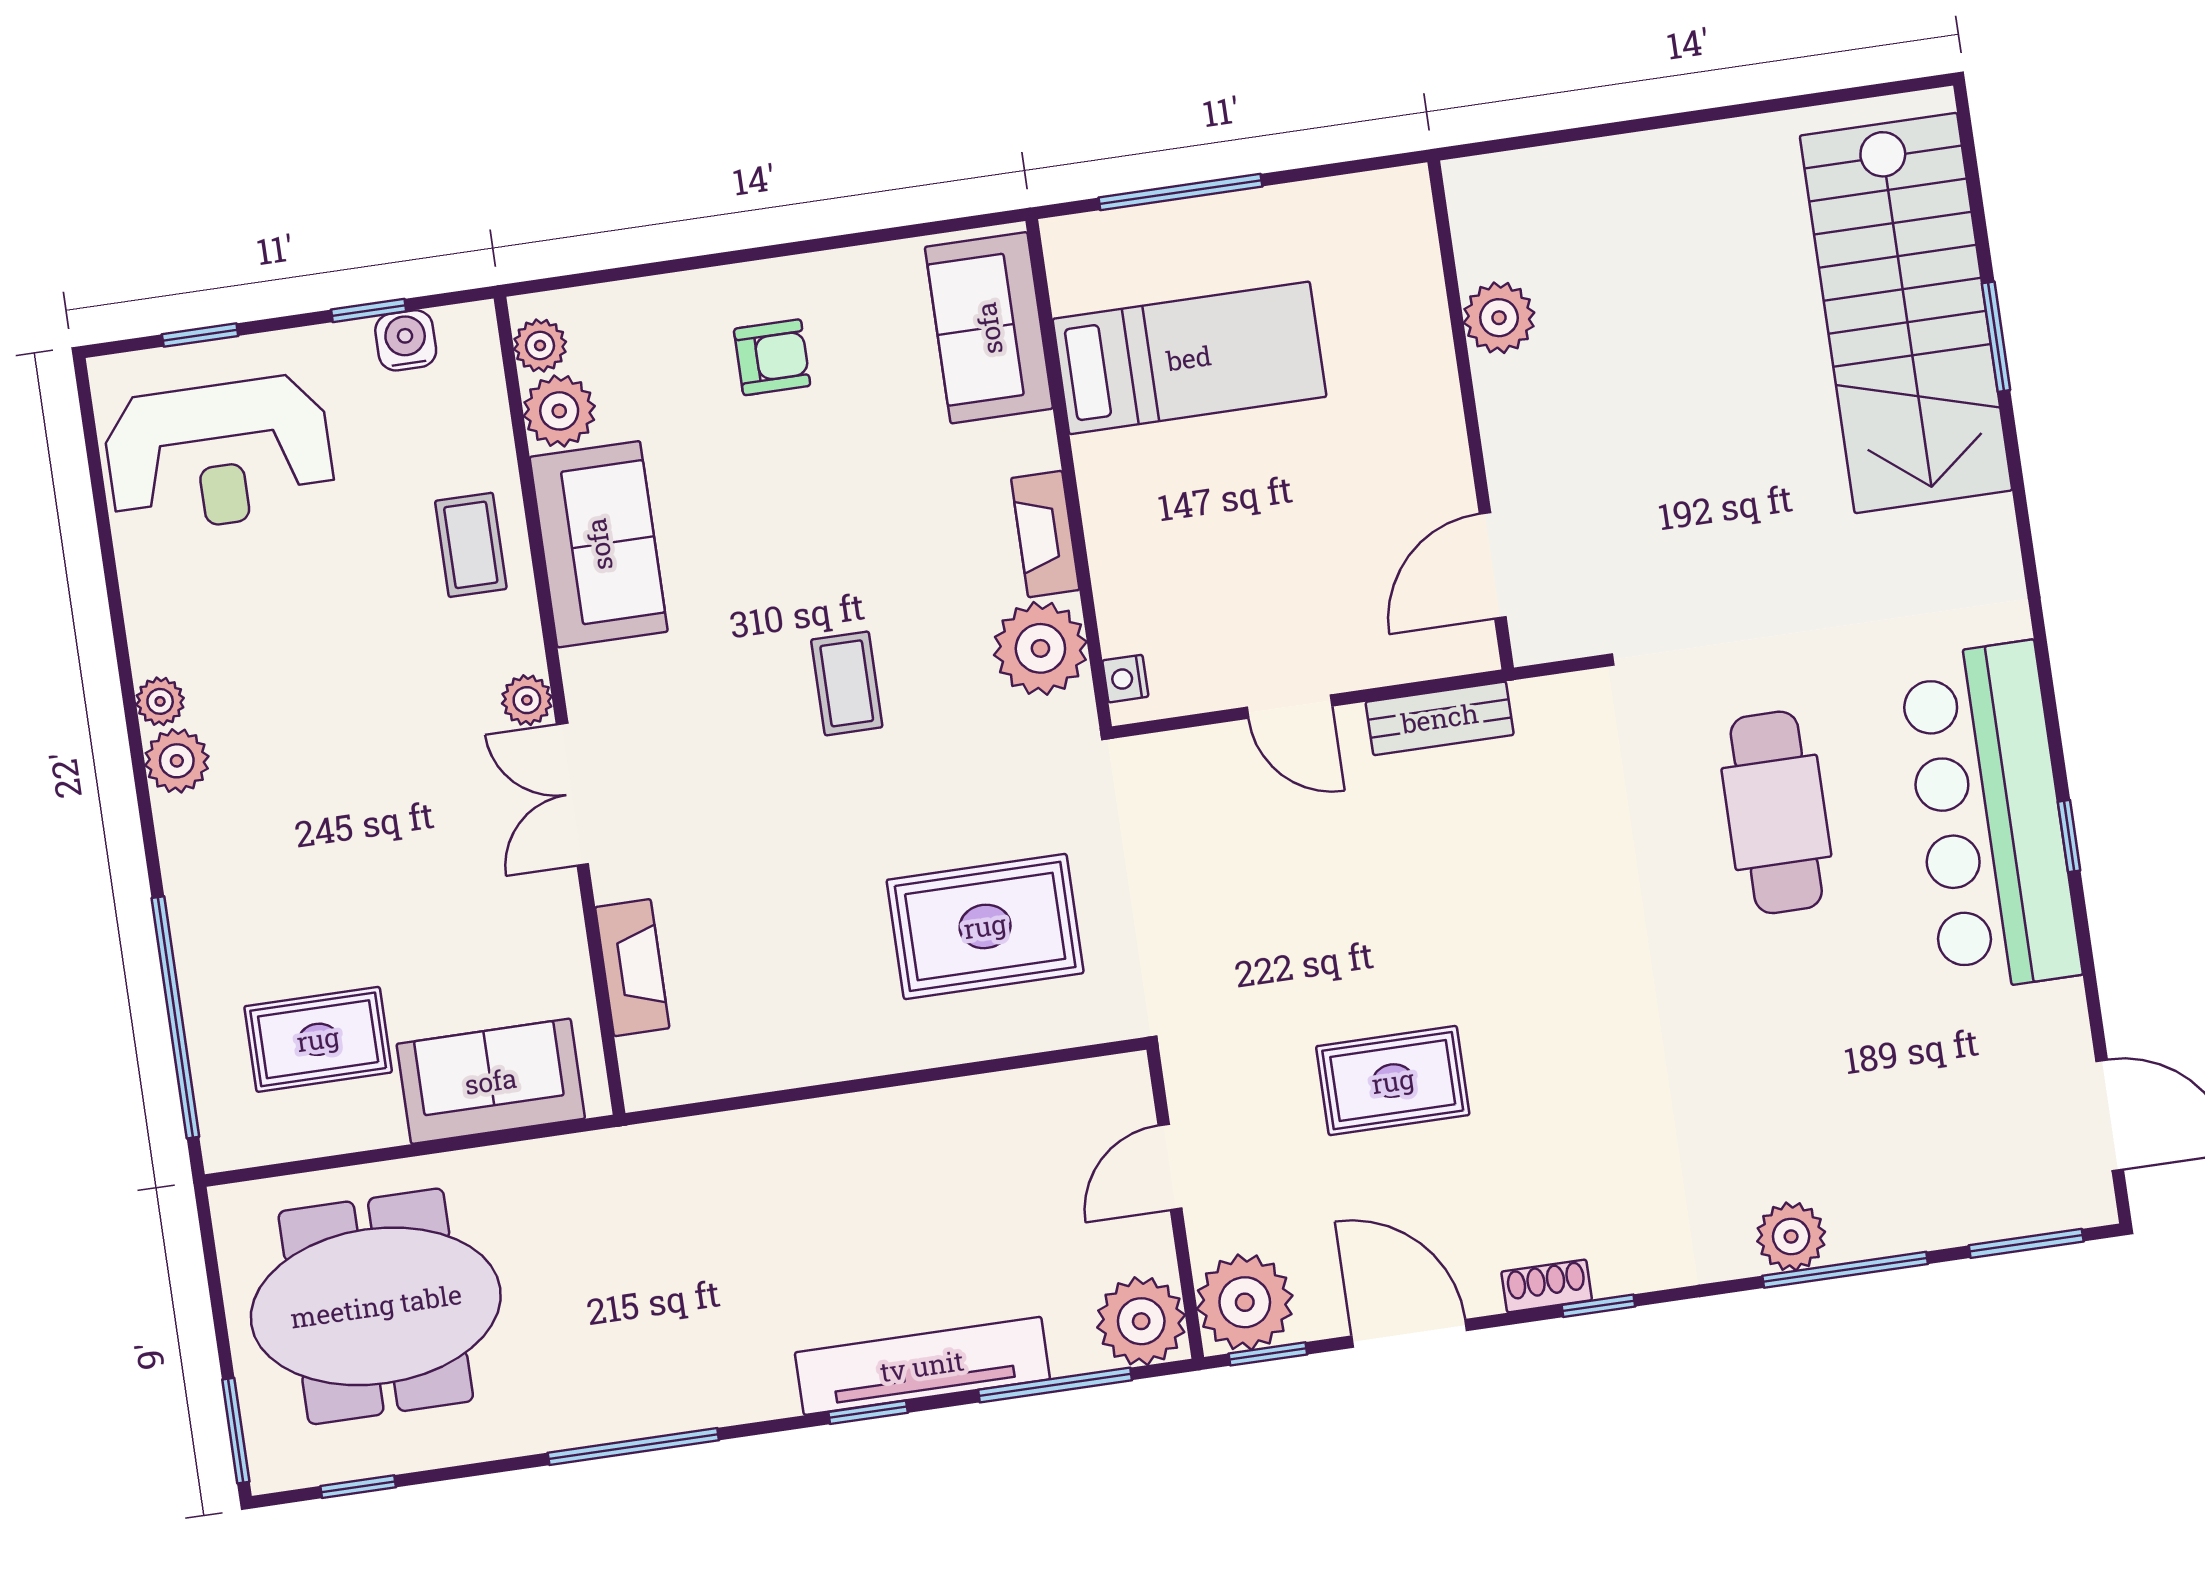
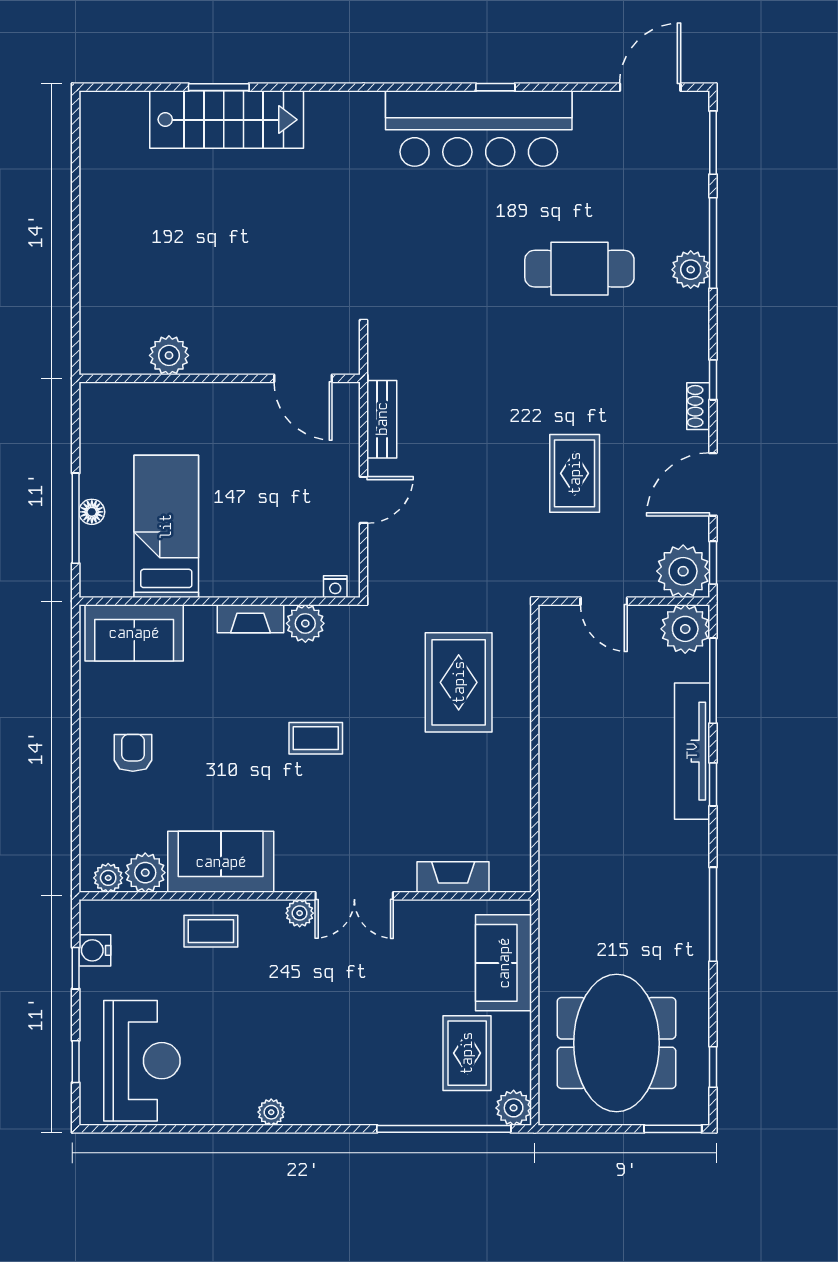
floor lamp: (1196, 220) -> (92, 512), added
stairs: (1906, 313) -> (227, 120), width x0.73, depth x0.66
plant: (1040, 648) -> (305, 623), width x0.73, depth x0.73
plant: (177, 761) -> (514, 1108), moved
cafe table: (1776, 812) -> (579, 269), moved

